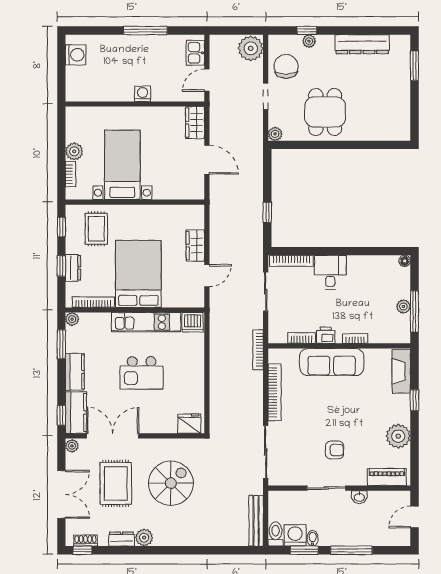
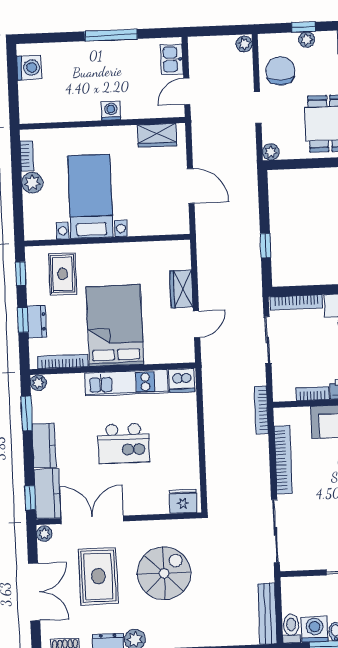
plant: (251, 48) -> (244, 44), width x0.53, depth x0.53
wardrobe: (195, 123) -> (157, 135), moved, turned -90
bookcase: (71, 174) -> (27, 156), moved

